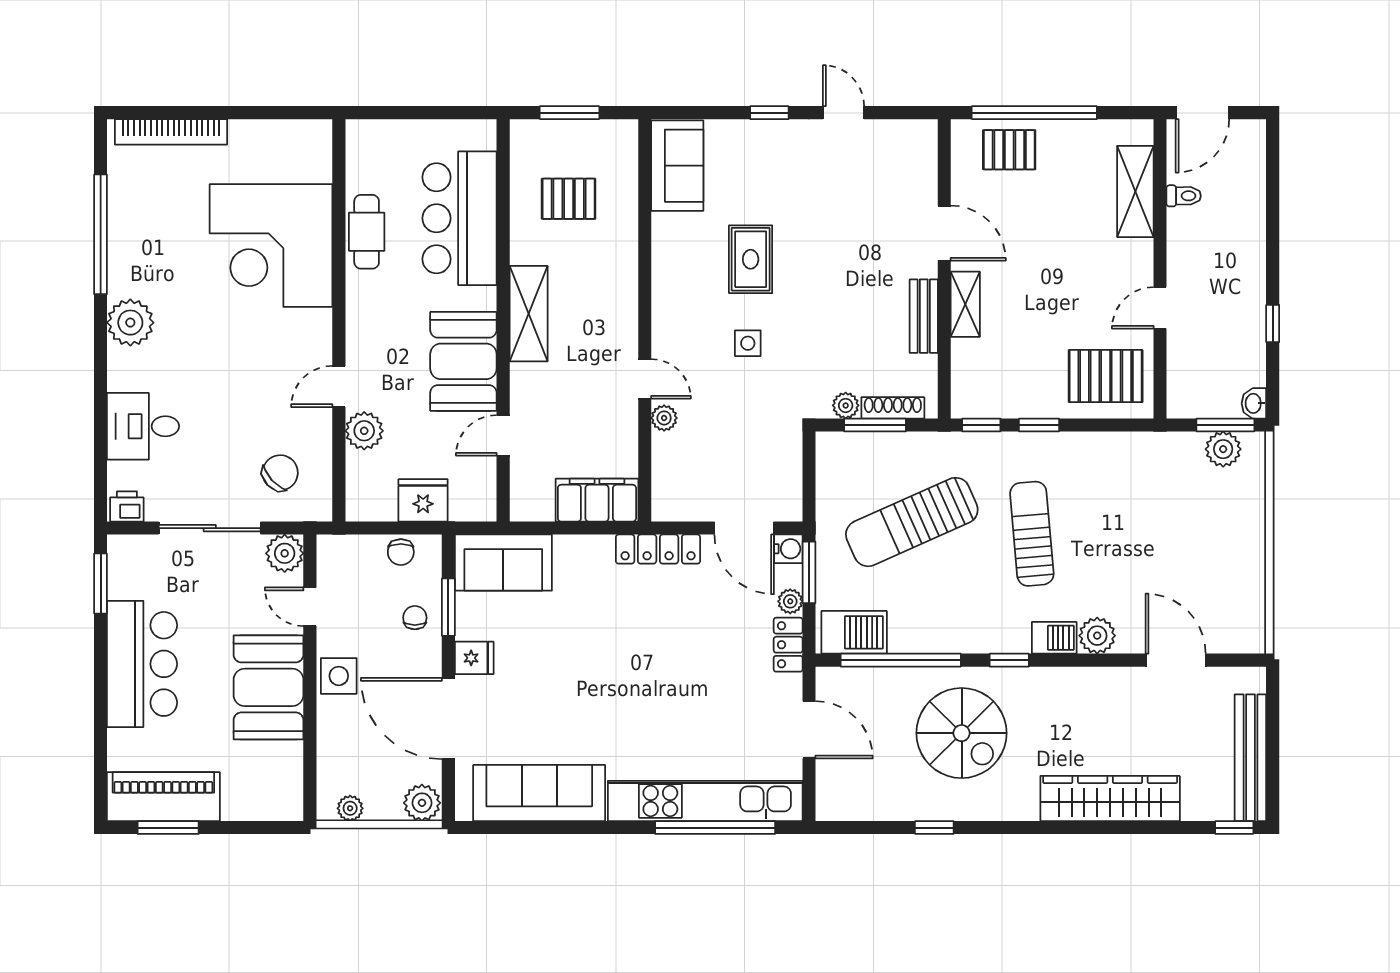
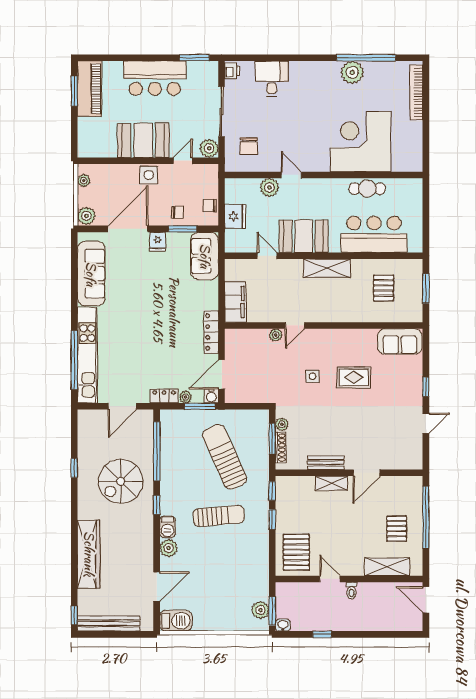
pallet: (1009, 150) -> (397, 529), moved
toilet: (1184, 196) -> (352, 591), moved
plant: (130, 323) -> (352, 72), moved
chair: (280, 473) -> (249, 146), turned 43
barbecue: (854, 632) -> (176, 621), moved, turned -90

